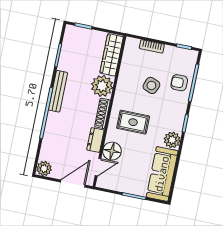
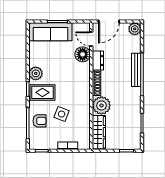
bench: (58, 91) -> (136, 70), moved
rug: (133, 122) -> (42, 92), moved
door: (98, 167) -> (91, 39), hinge flipped
sofa: (162, 174) -> (50, 32), moved, turned 90

